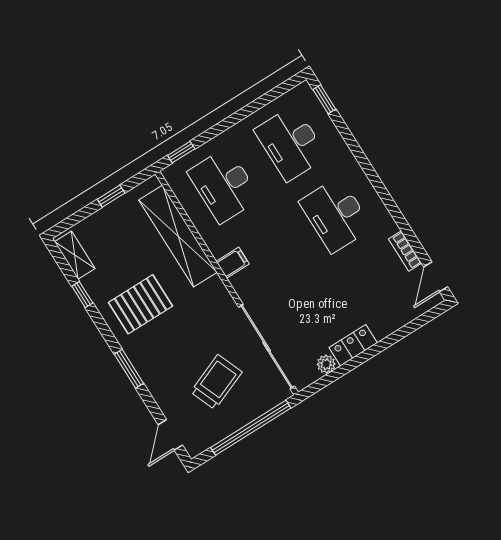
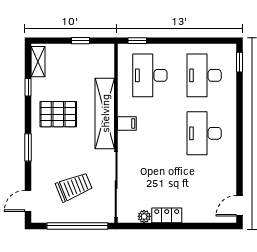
shelving: (178, 236) -> (105, 113), moved
bookcase: (405, 251) -> (231, 180), removed

